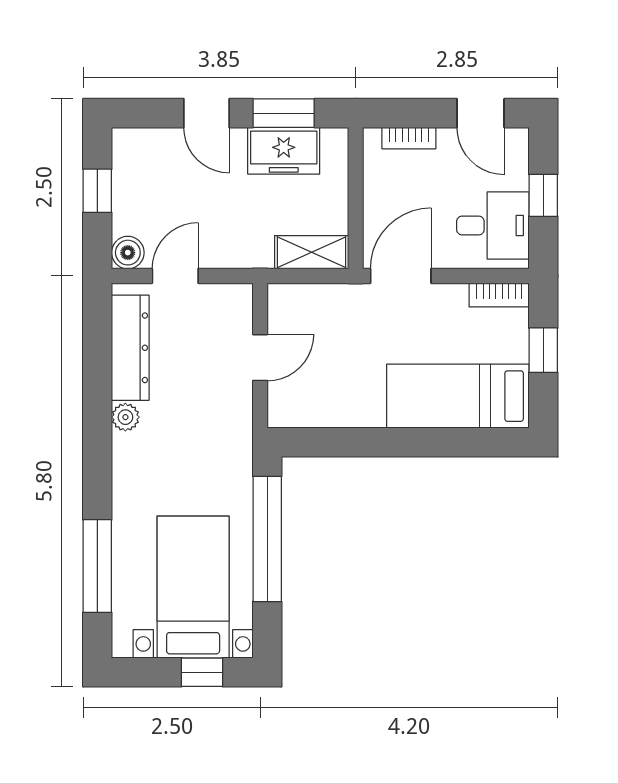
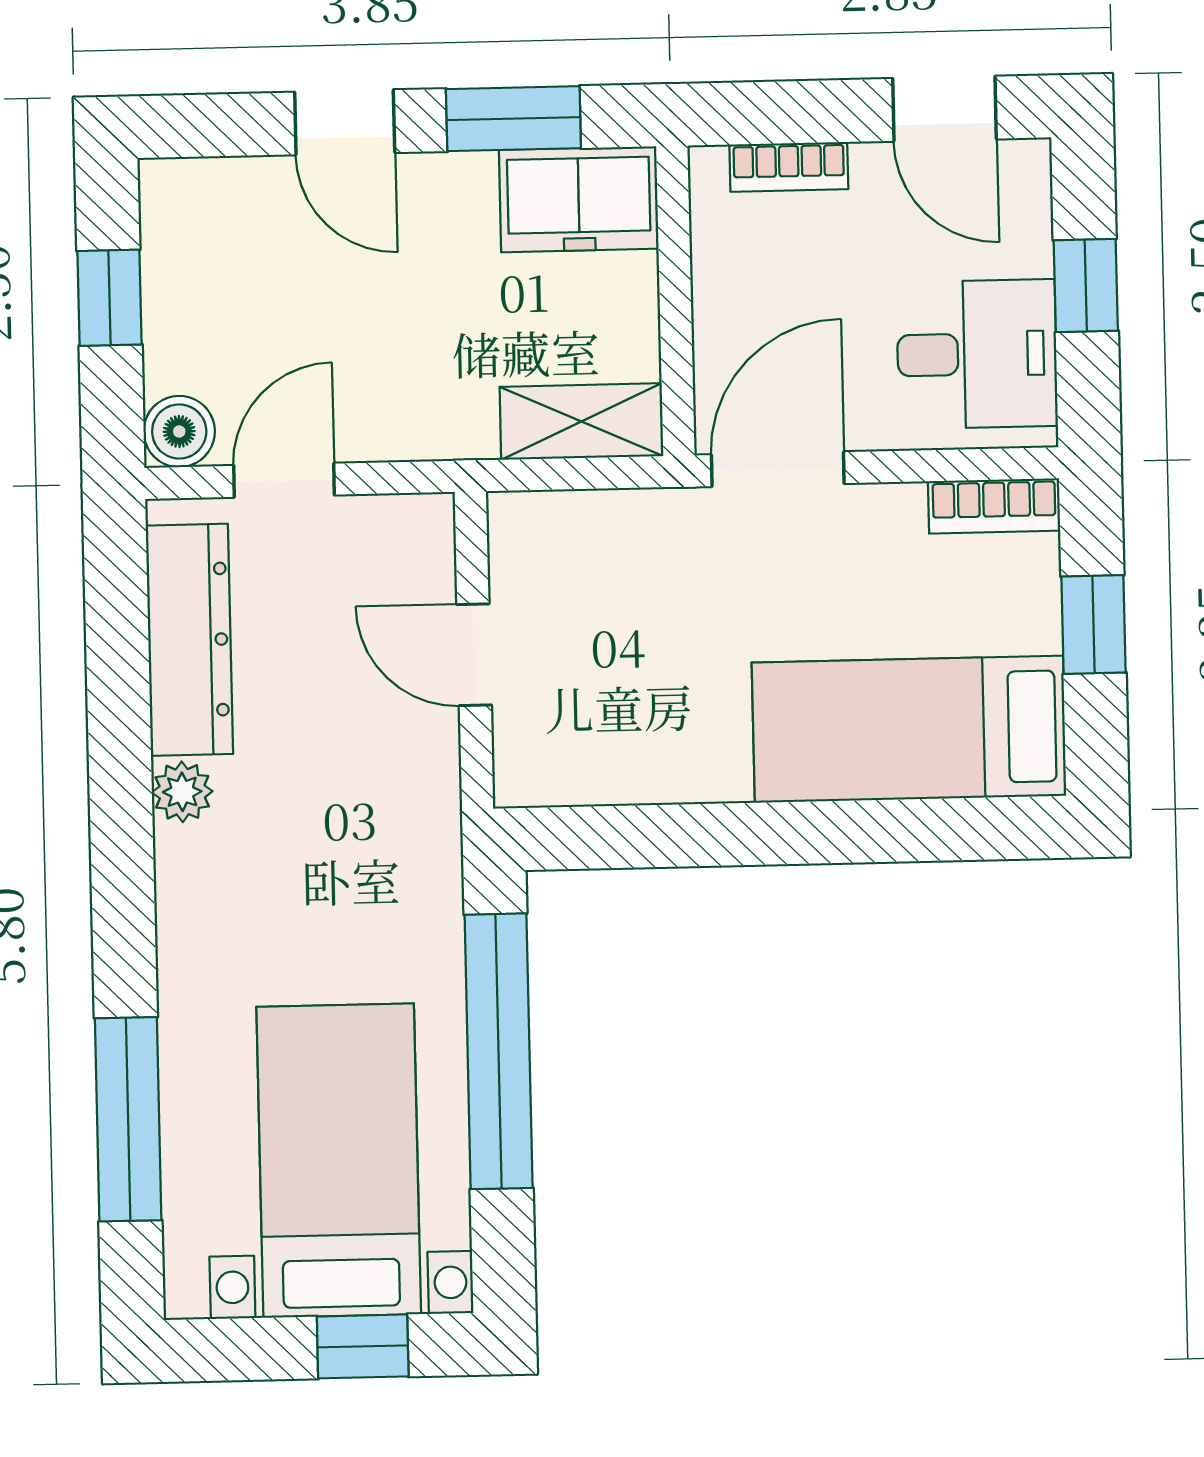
freezer: (284, 151) -> (579, 199), moved
door: (260, 358) -> (474, 655), swing flipped

